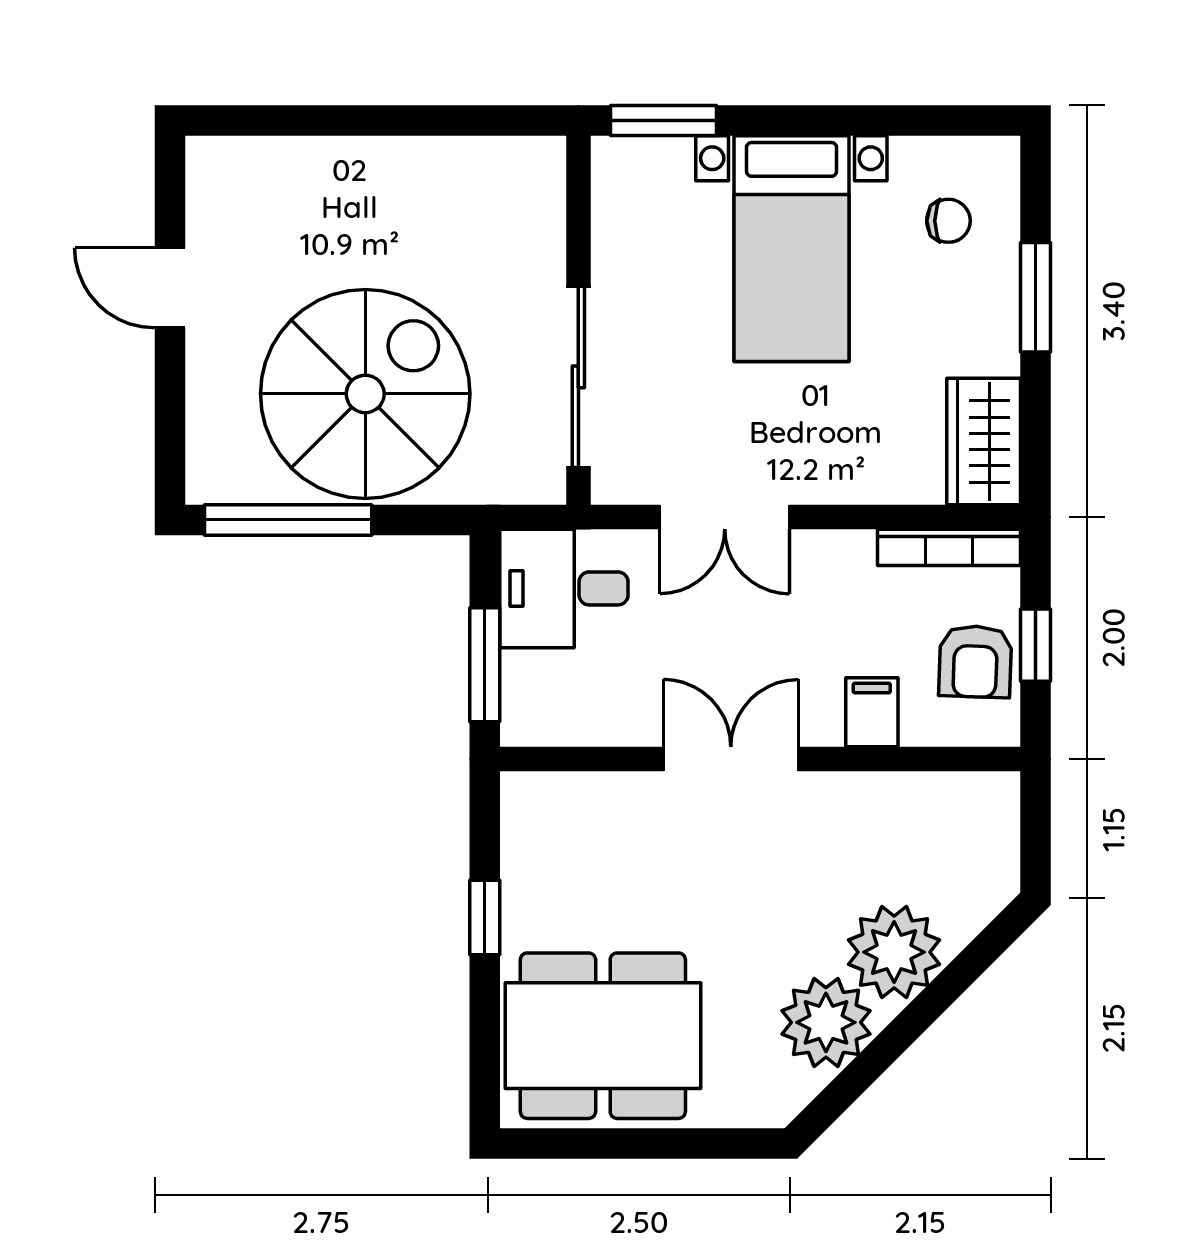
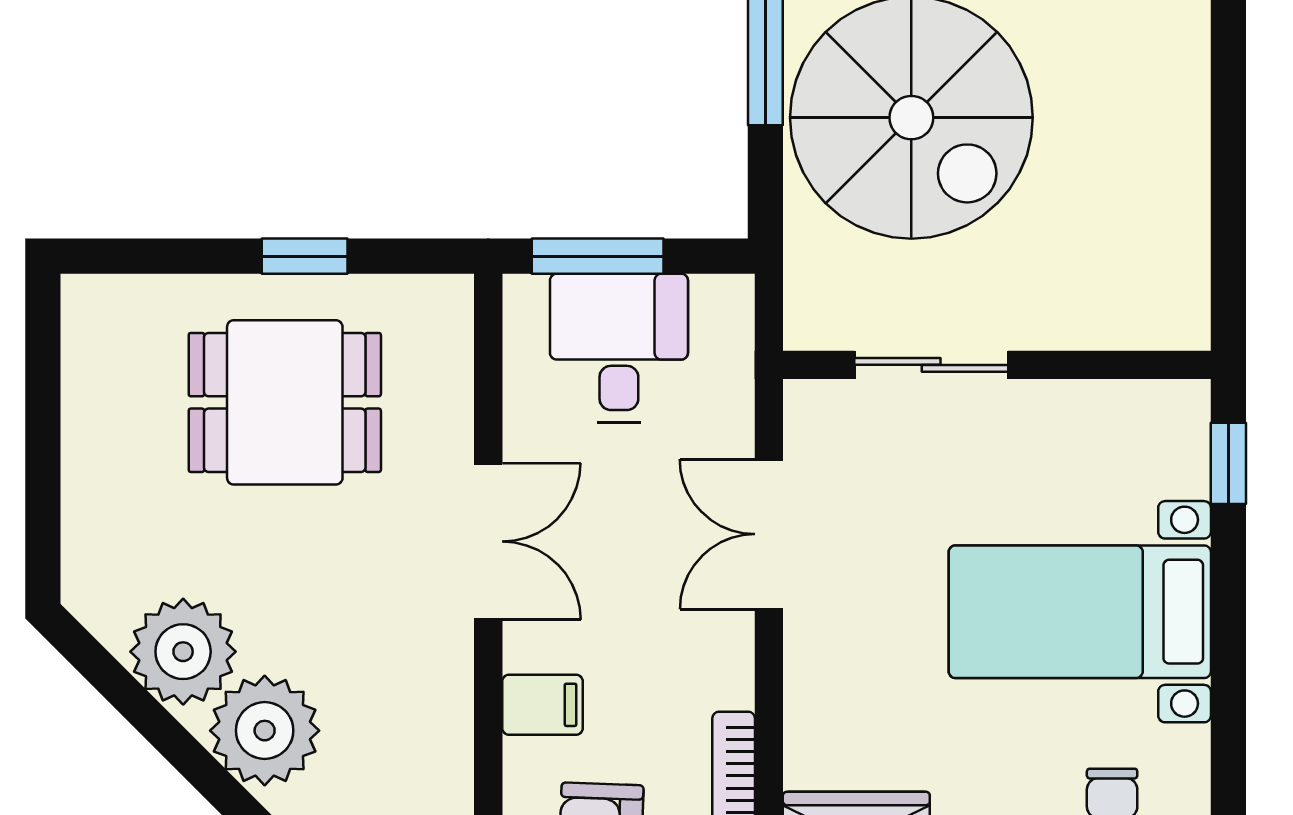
window: (663, 121) -> (1228, 463), width x0.67
sliding door: (578, 377) -> (931, 365), width x0.73
desk: (564, 588) -> (619, 348), moved
dining table: (603, 1036) -> (285, 402), moved, width x0.73

